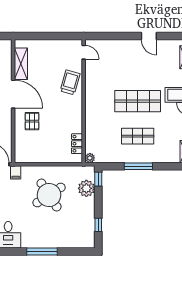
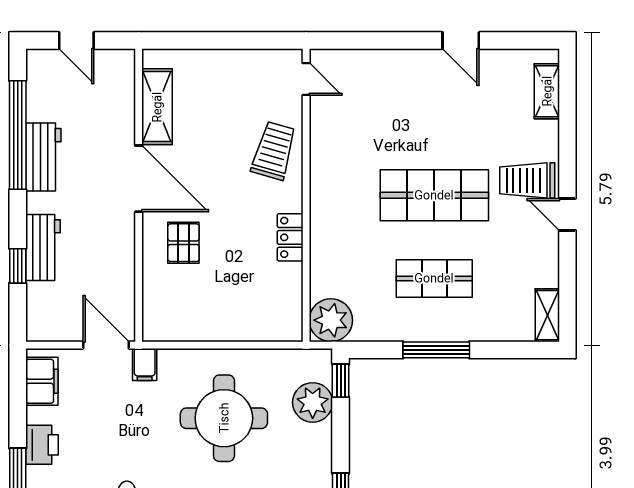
locker: (77, 144) -> (290, 237), moved
plant: (90, 158) -> (331, 320), width x1.88, depth x1.88
round table: (49, 195) -> (224, 418), turned 33

